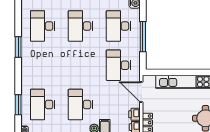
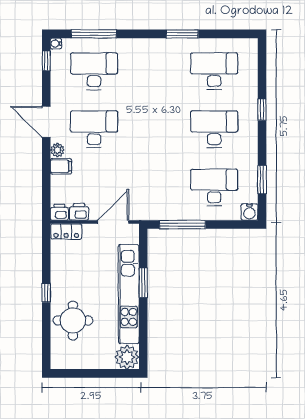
window: (143, 37) -> (182, 225), moved
desk: (118, 65) -> (154, 187), removed
window: (181, 72) -> (143, 283), added
window: (18, 105) -> (94, 34), width x1.44

